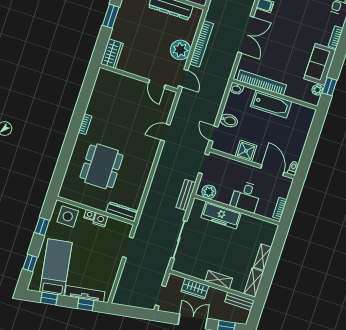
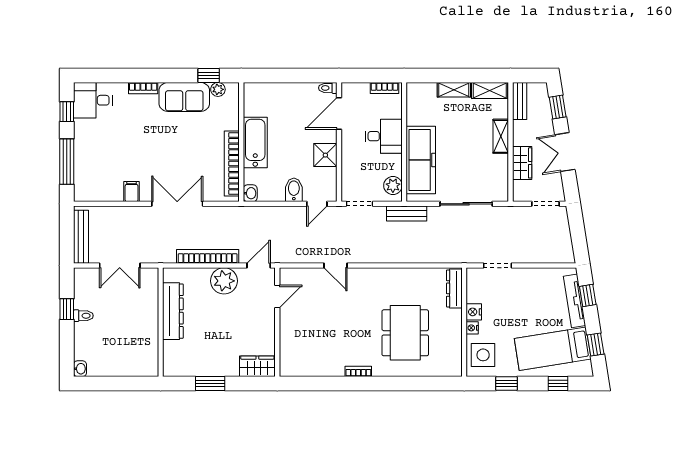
dining table: (101, 166) -> (405, 333), turned 90
freezer: (221, 215) -> (421, 160), width x1.36, depth x1.26

